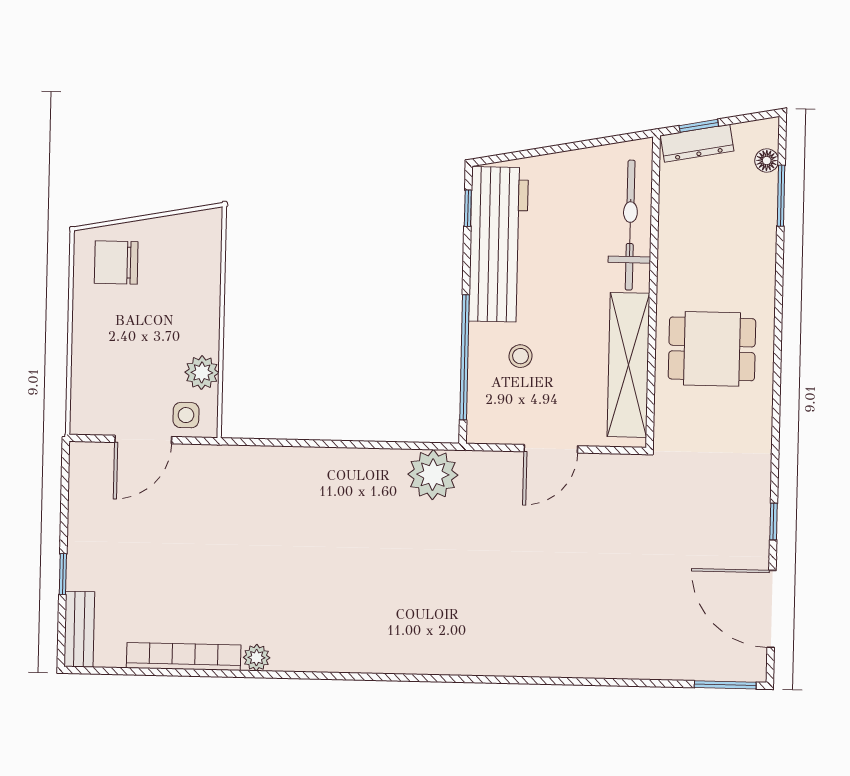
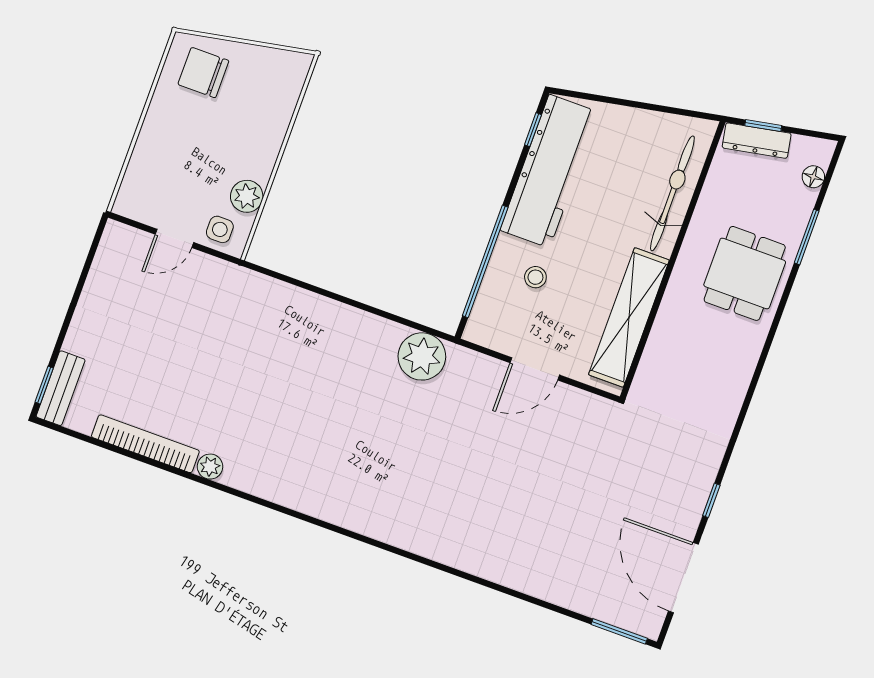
window: (781, 196) -> (807, 237), moved
dining table: (712, 349) -> (745, 273), moved, turned 90
door: (143, 440) -> (174, 238), width x0.73
window: (63, 574) -> (44, 385), moved

